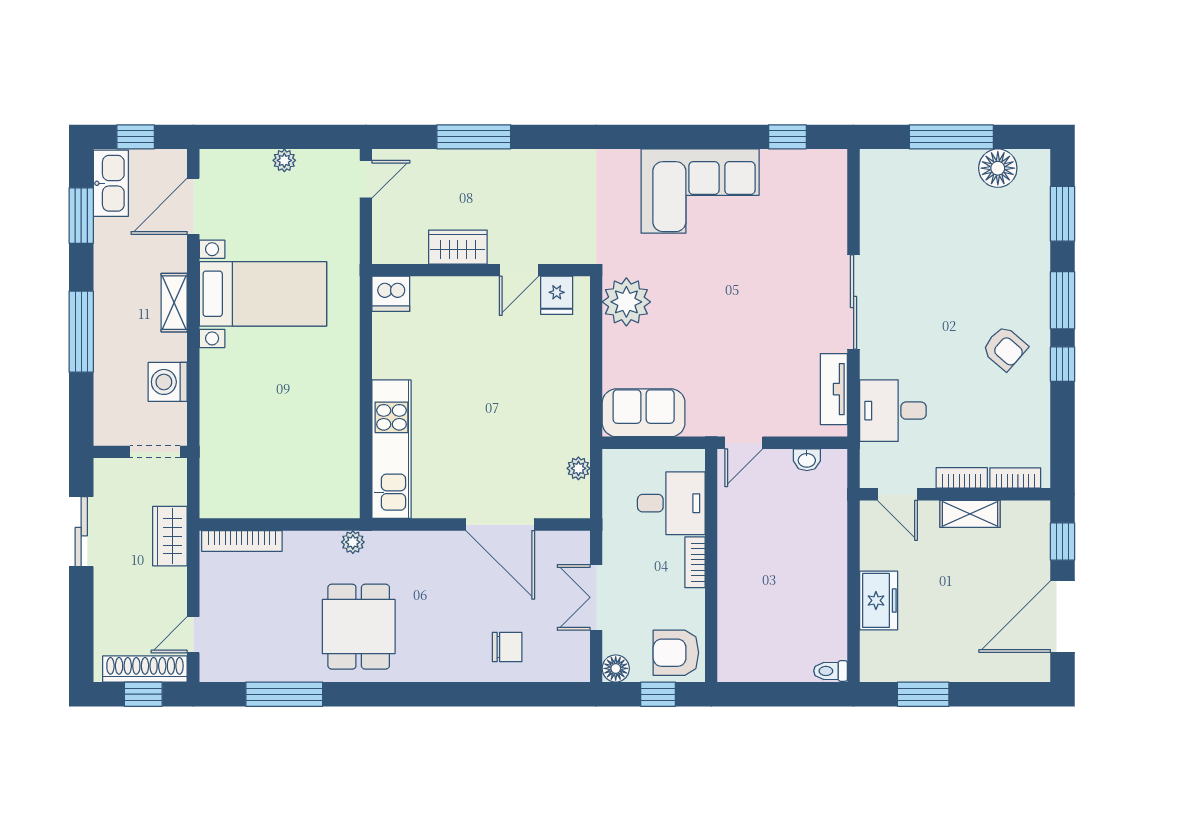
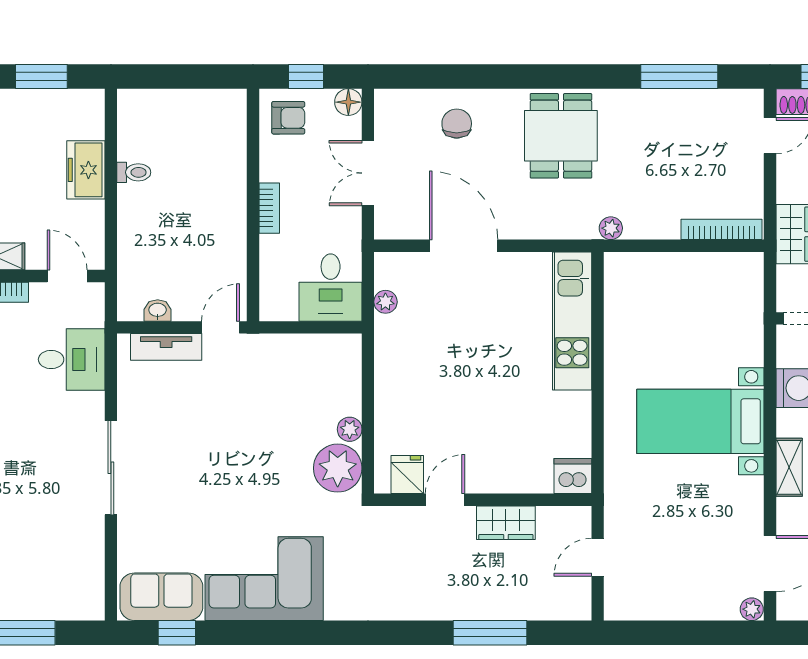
plant: (284, 160) -> (752, 609), moved
door: (366, 179) -> (598, 557), moved
bed with nightstands: (263, 294) -> (700, 421), moved
plant: (614, 341) -> (350, 429), added
tv unit: (834, 389) -> (166, 347), moved, turned 90
sofa: (644, 413) -> (161, 597), moved, turned 180
desk: (671, 503) -> (331, 288), moved, turned -90
double door: (596, 597) -> (368, 173), swing flipped
dining table: (359, 627) -> (561, 136), moved
chair: (507, 647) -> (457, 124), turned 90
armchair: (676, 653) -> (288, 118), width x0.72, depth x0.72
toilet: (831, 671) -> (134, 172), moved

